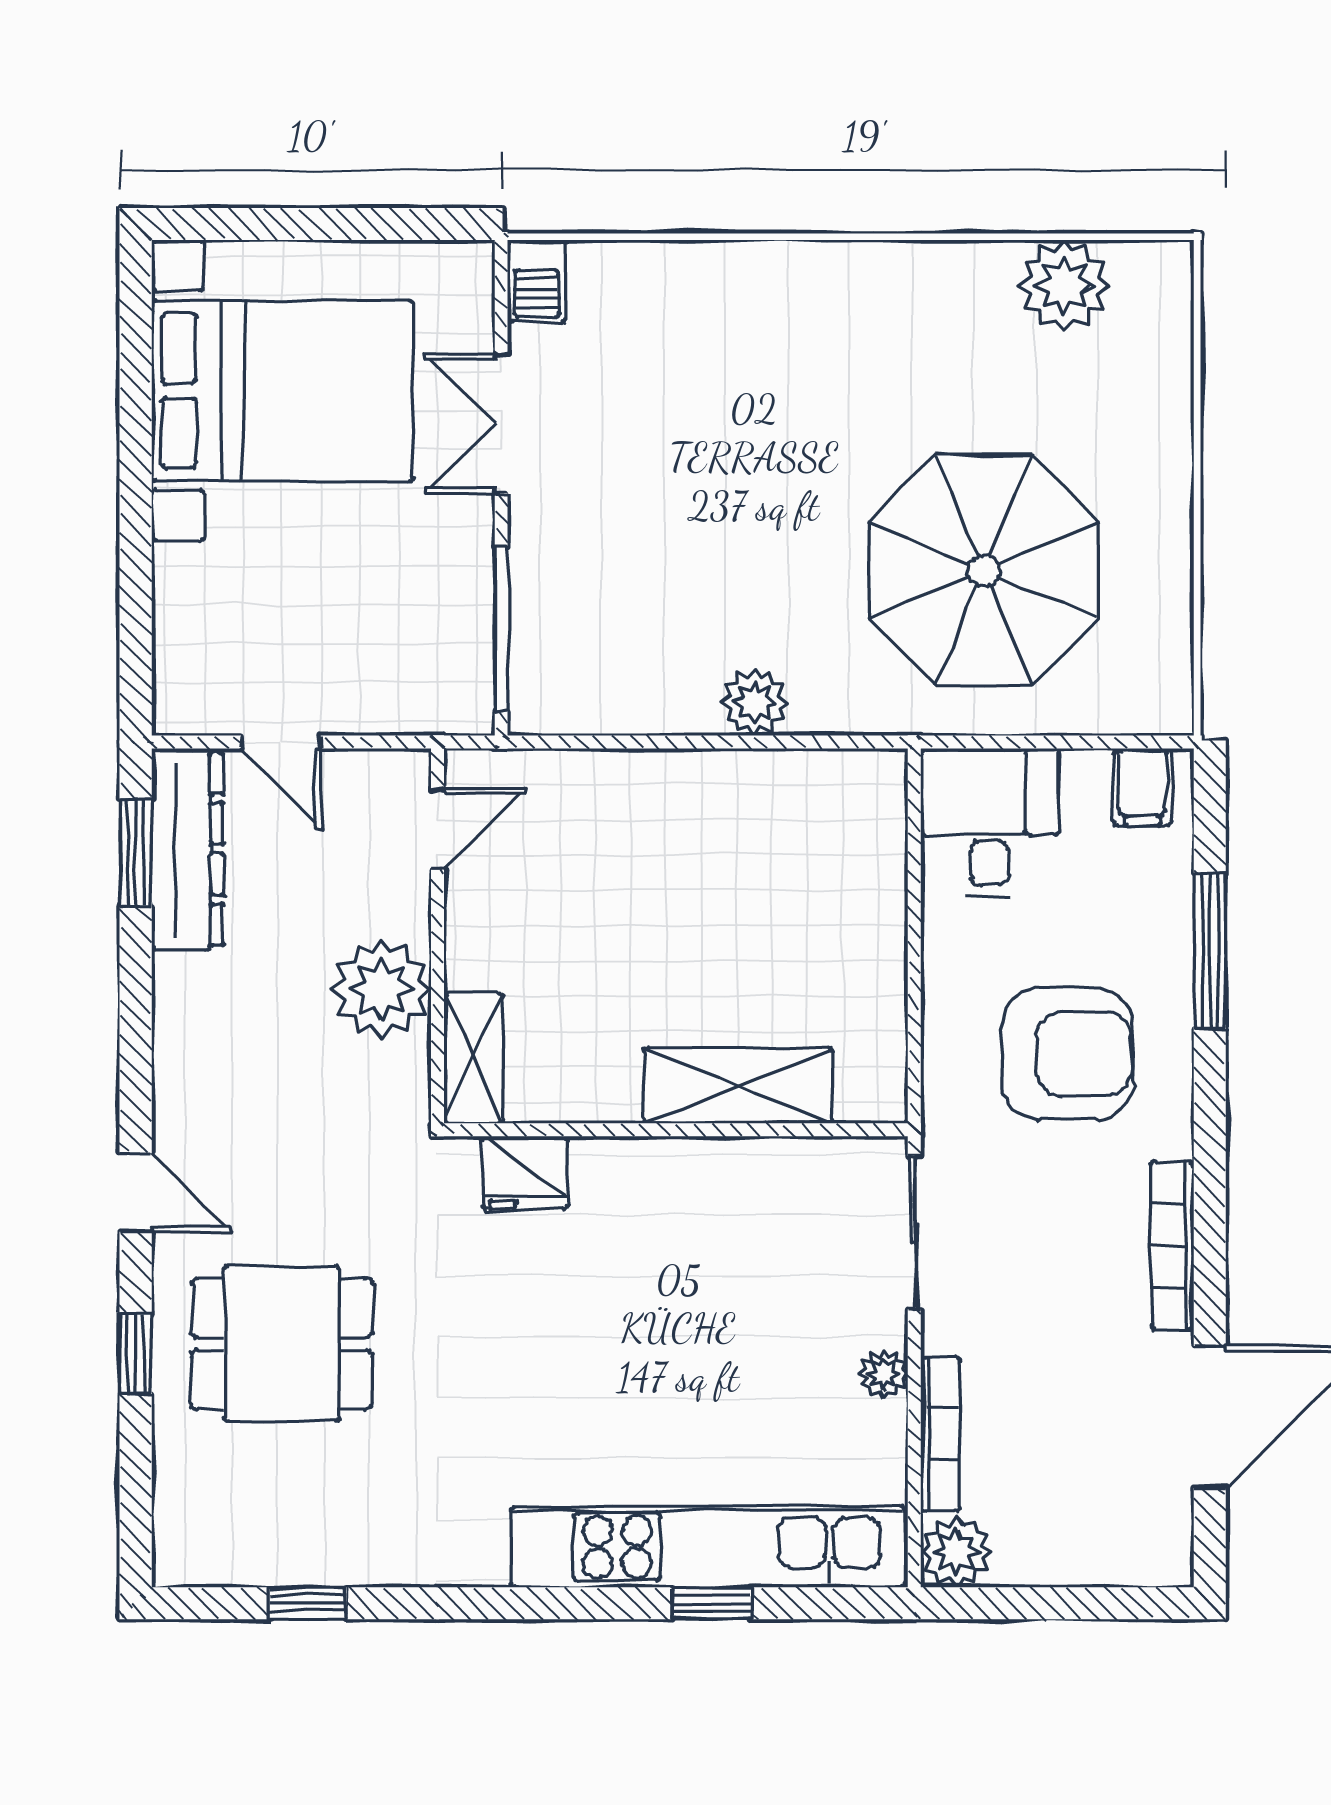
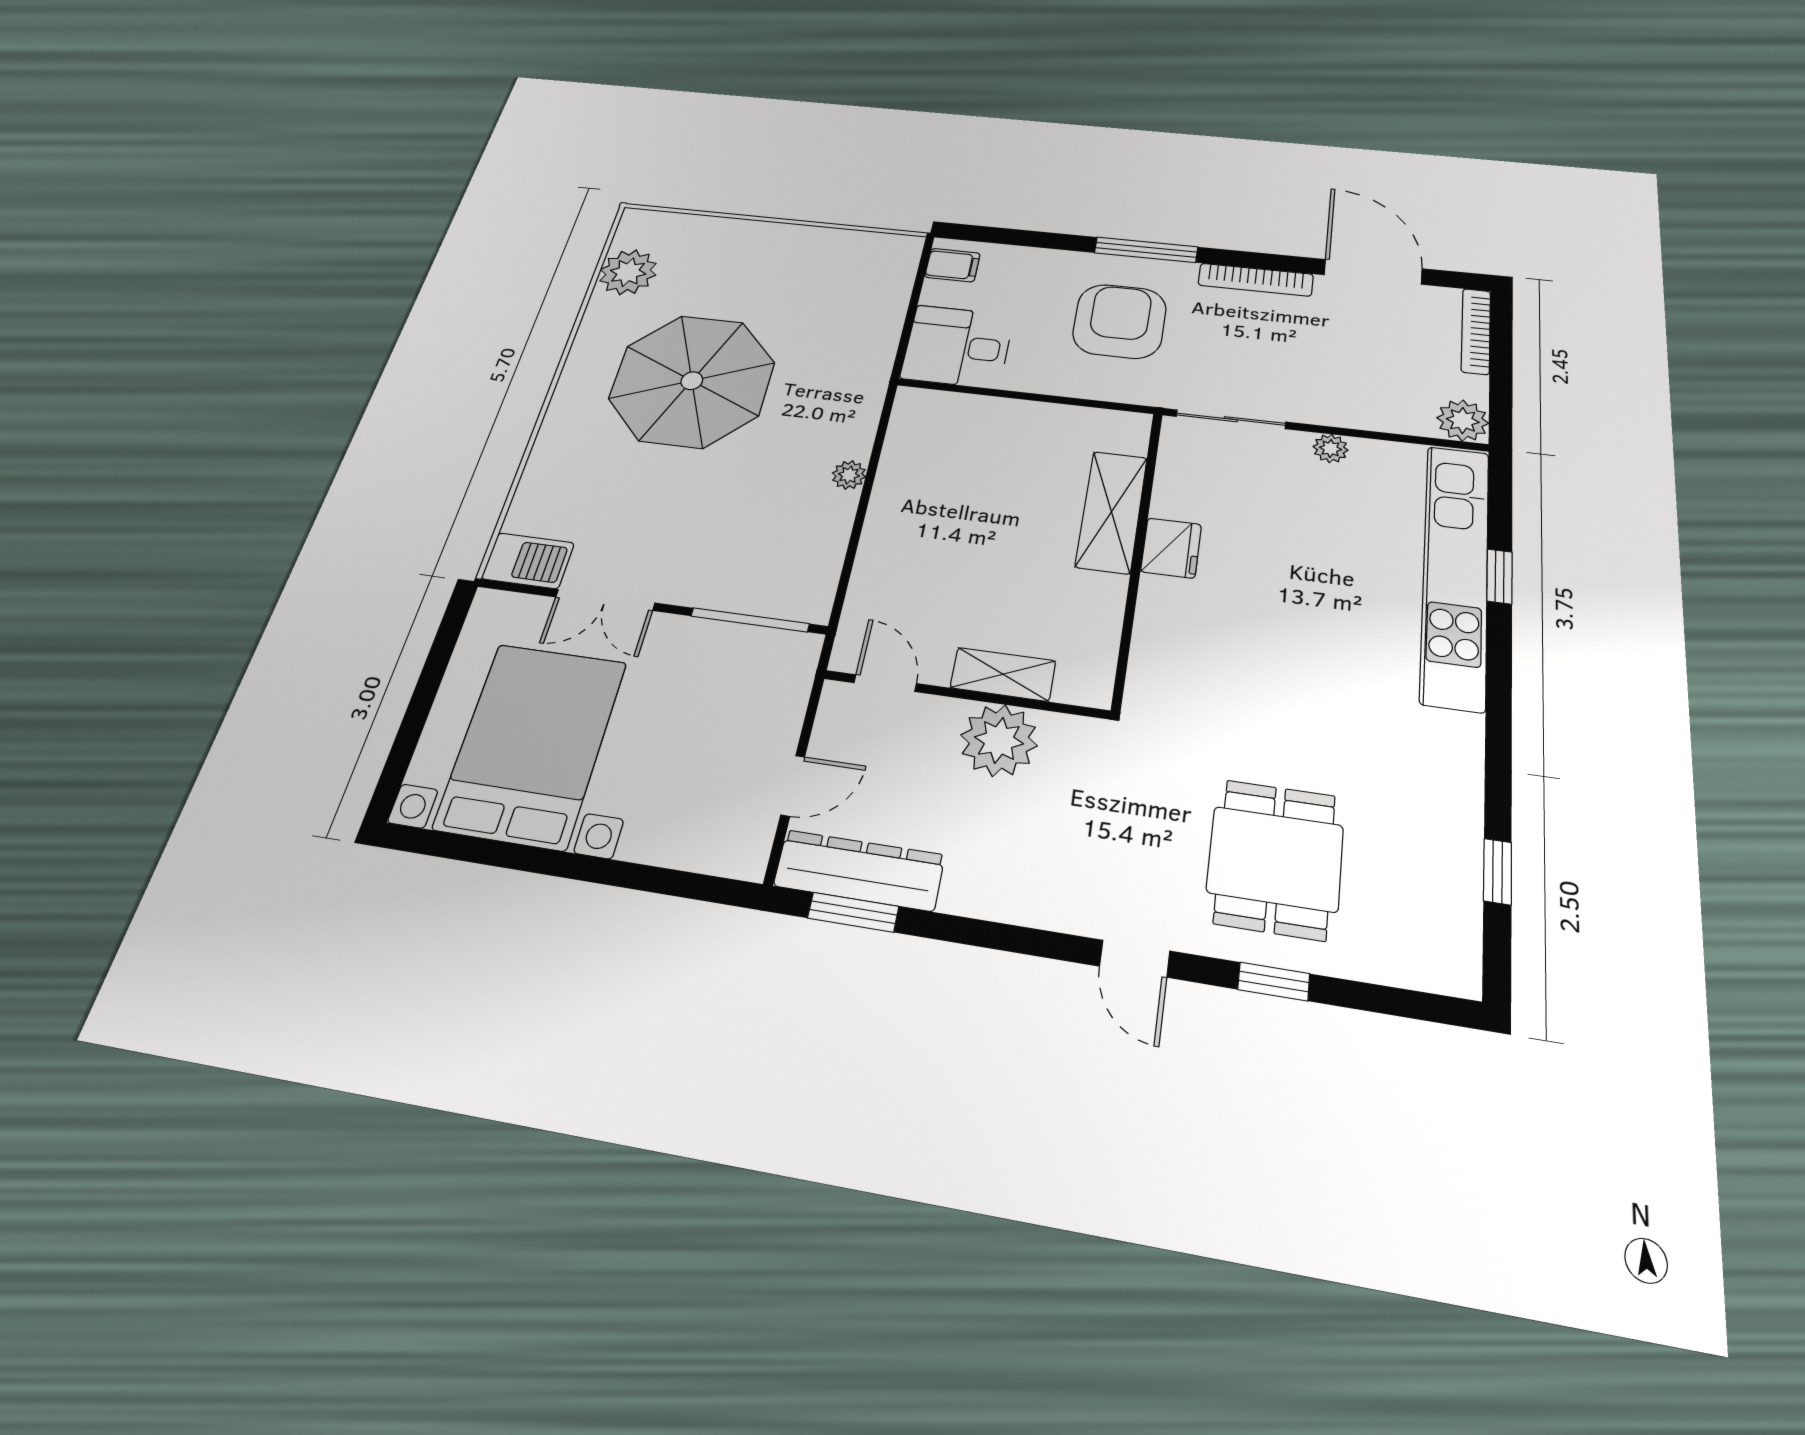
barbecue: (537, 281) -> (528, 561), width x1.38, depth x1.27
parasol: (984, 570) -> (692, 381), moved
plant: (755, 702) -> (849, 475), width x0.73, depth x0.73
window: (1210, 951) -> (1146, 250), moved
shelving: (473, 1058) -> (1003, 674), moved
fridge: (525, 1173) -> (1171, 548), moved
door: (136, 1192) -> (1135, 959), swing flipped
bookcase: (940, 1434) -> (1476, 331), moved, turned -90

